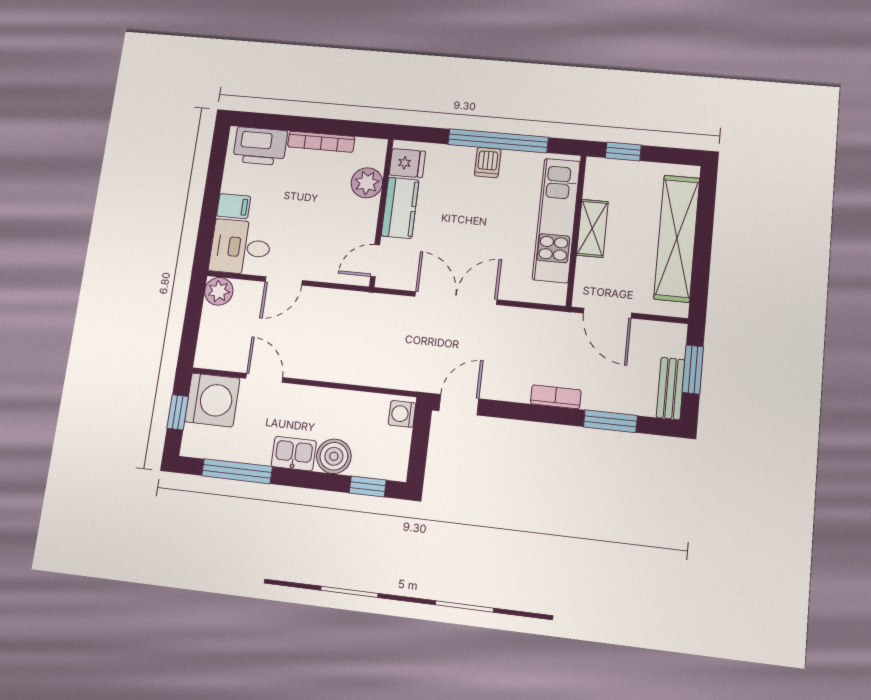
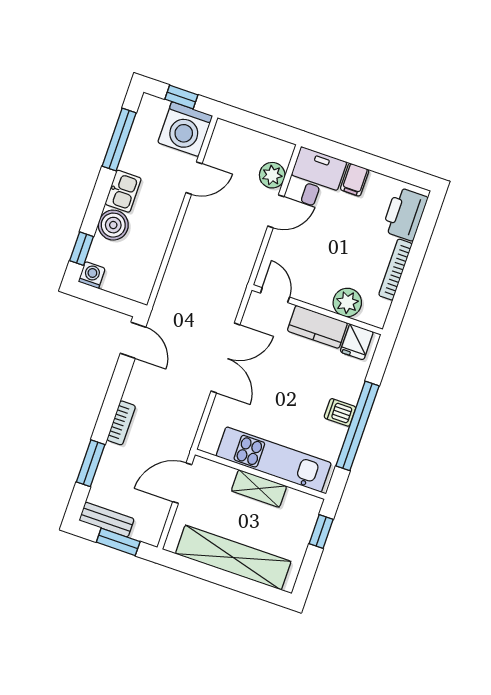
door: (284, 281) -> (276, 211), swing flipped
plant: (219, 291) -> (272, 175), moved
washing machine: (402, 414) -> (92, 275), moved

